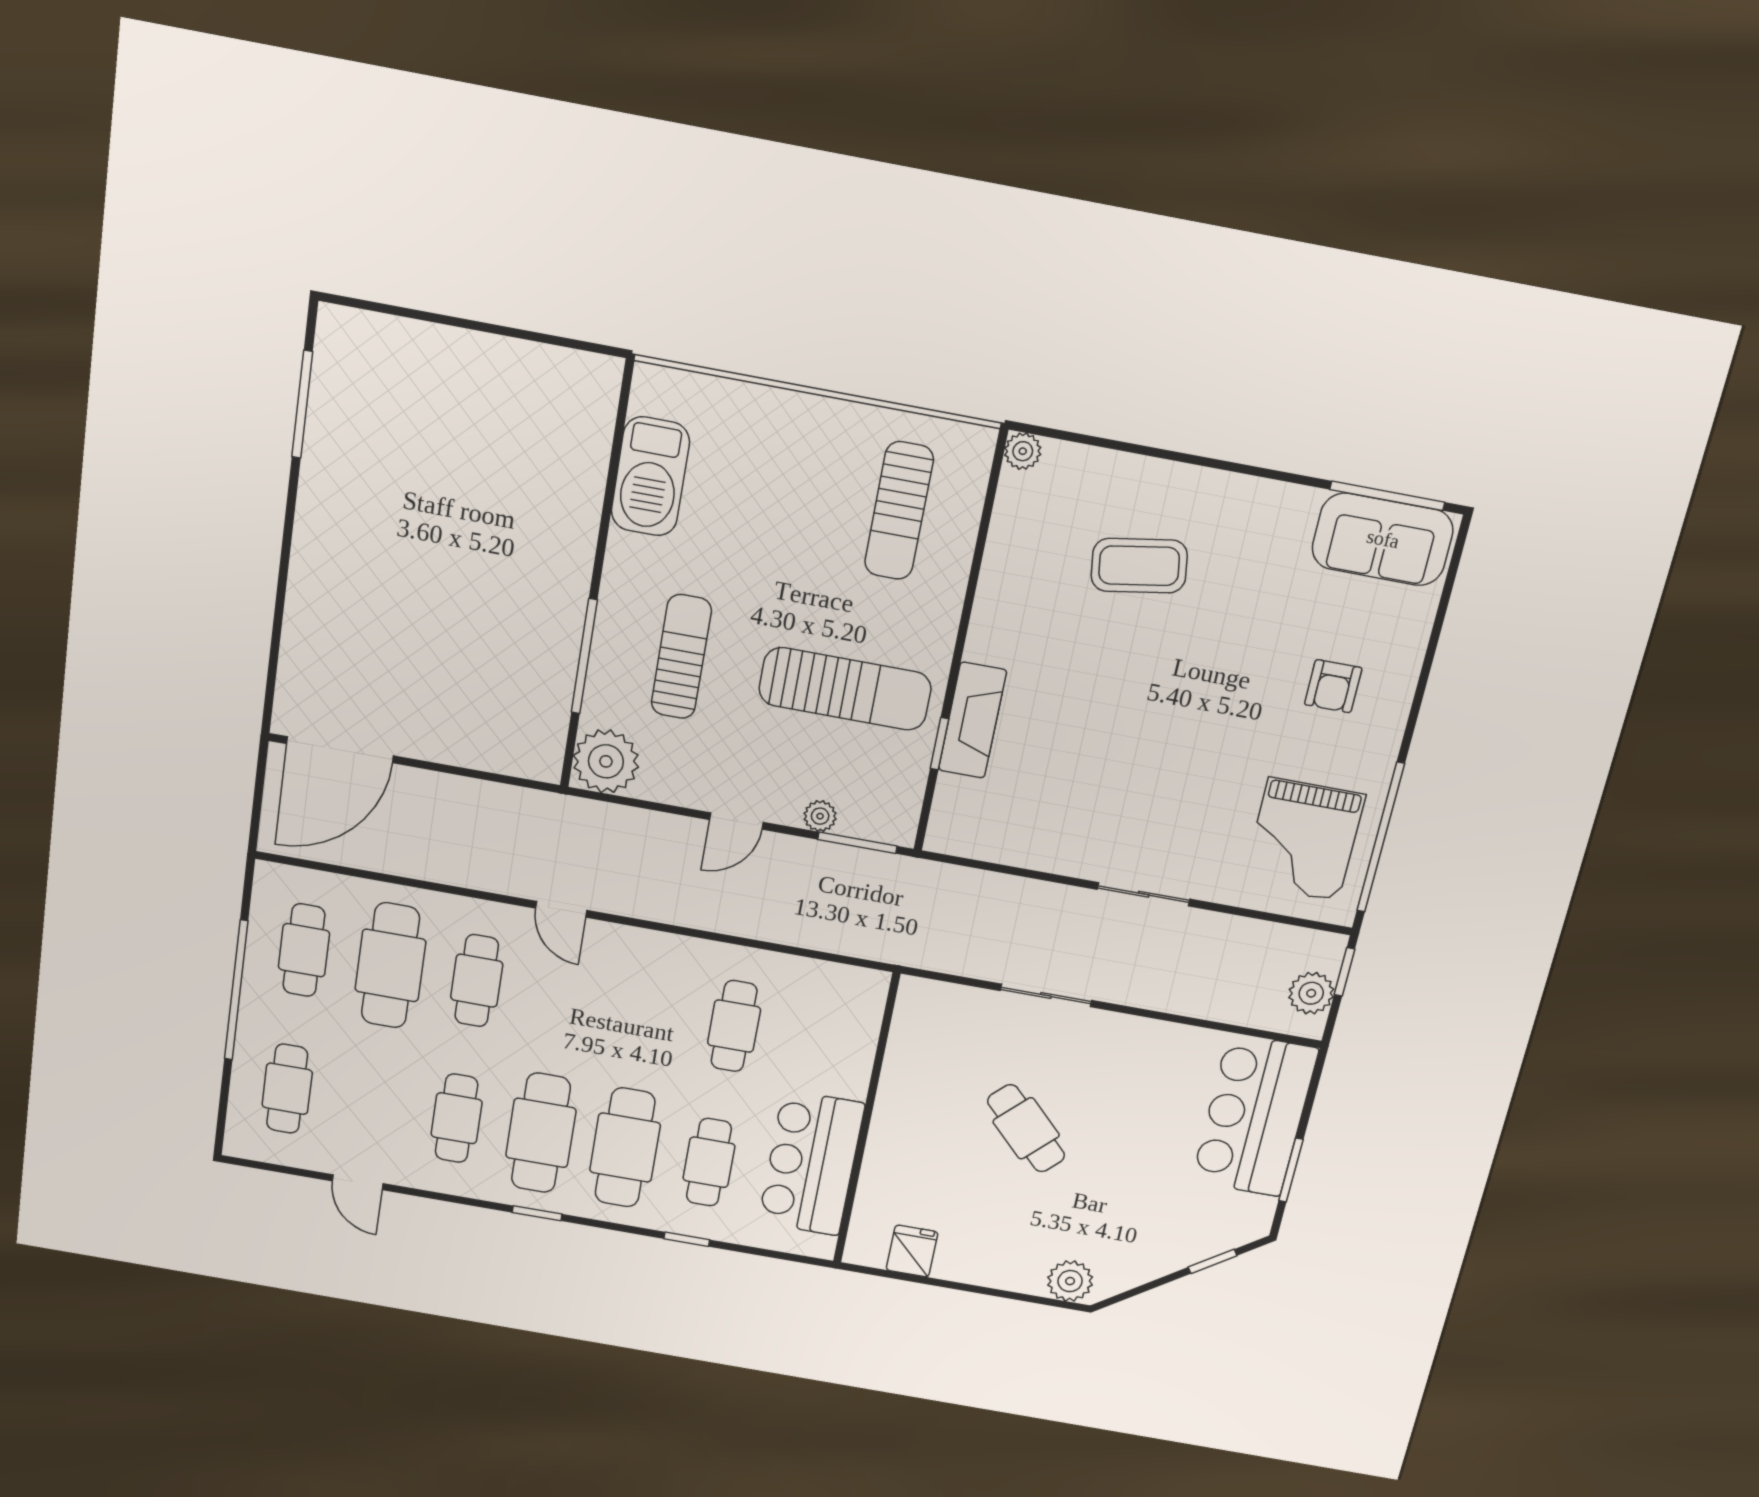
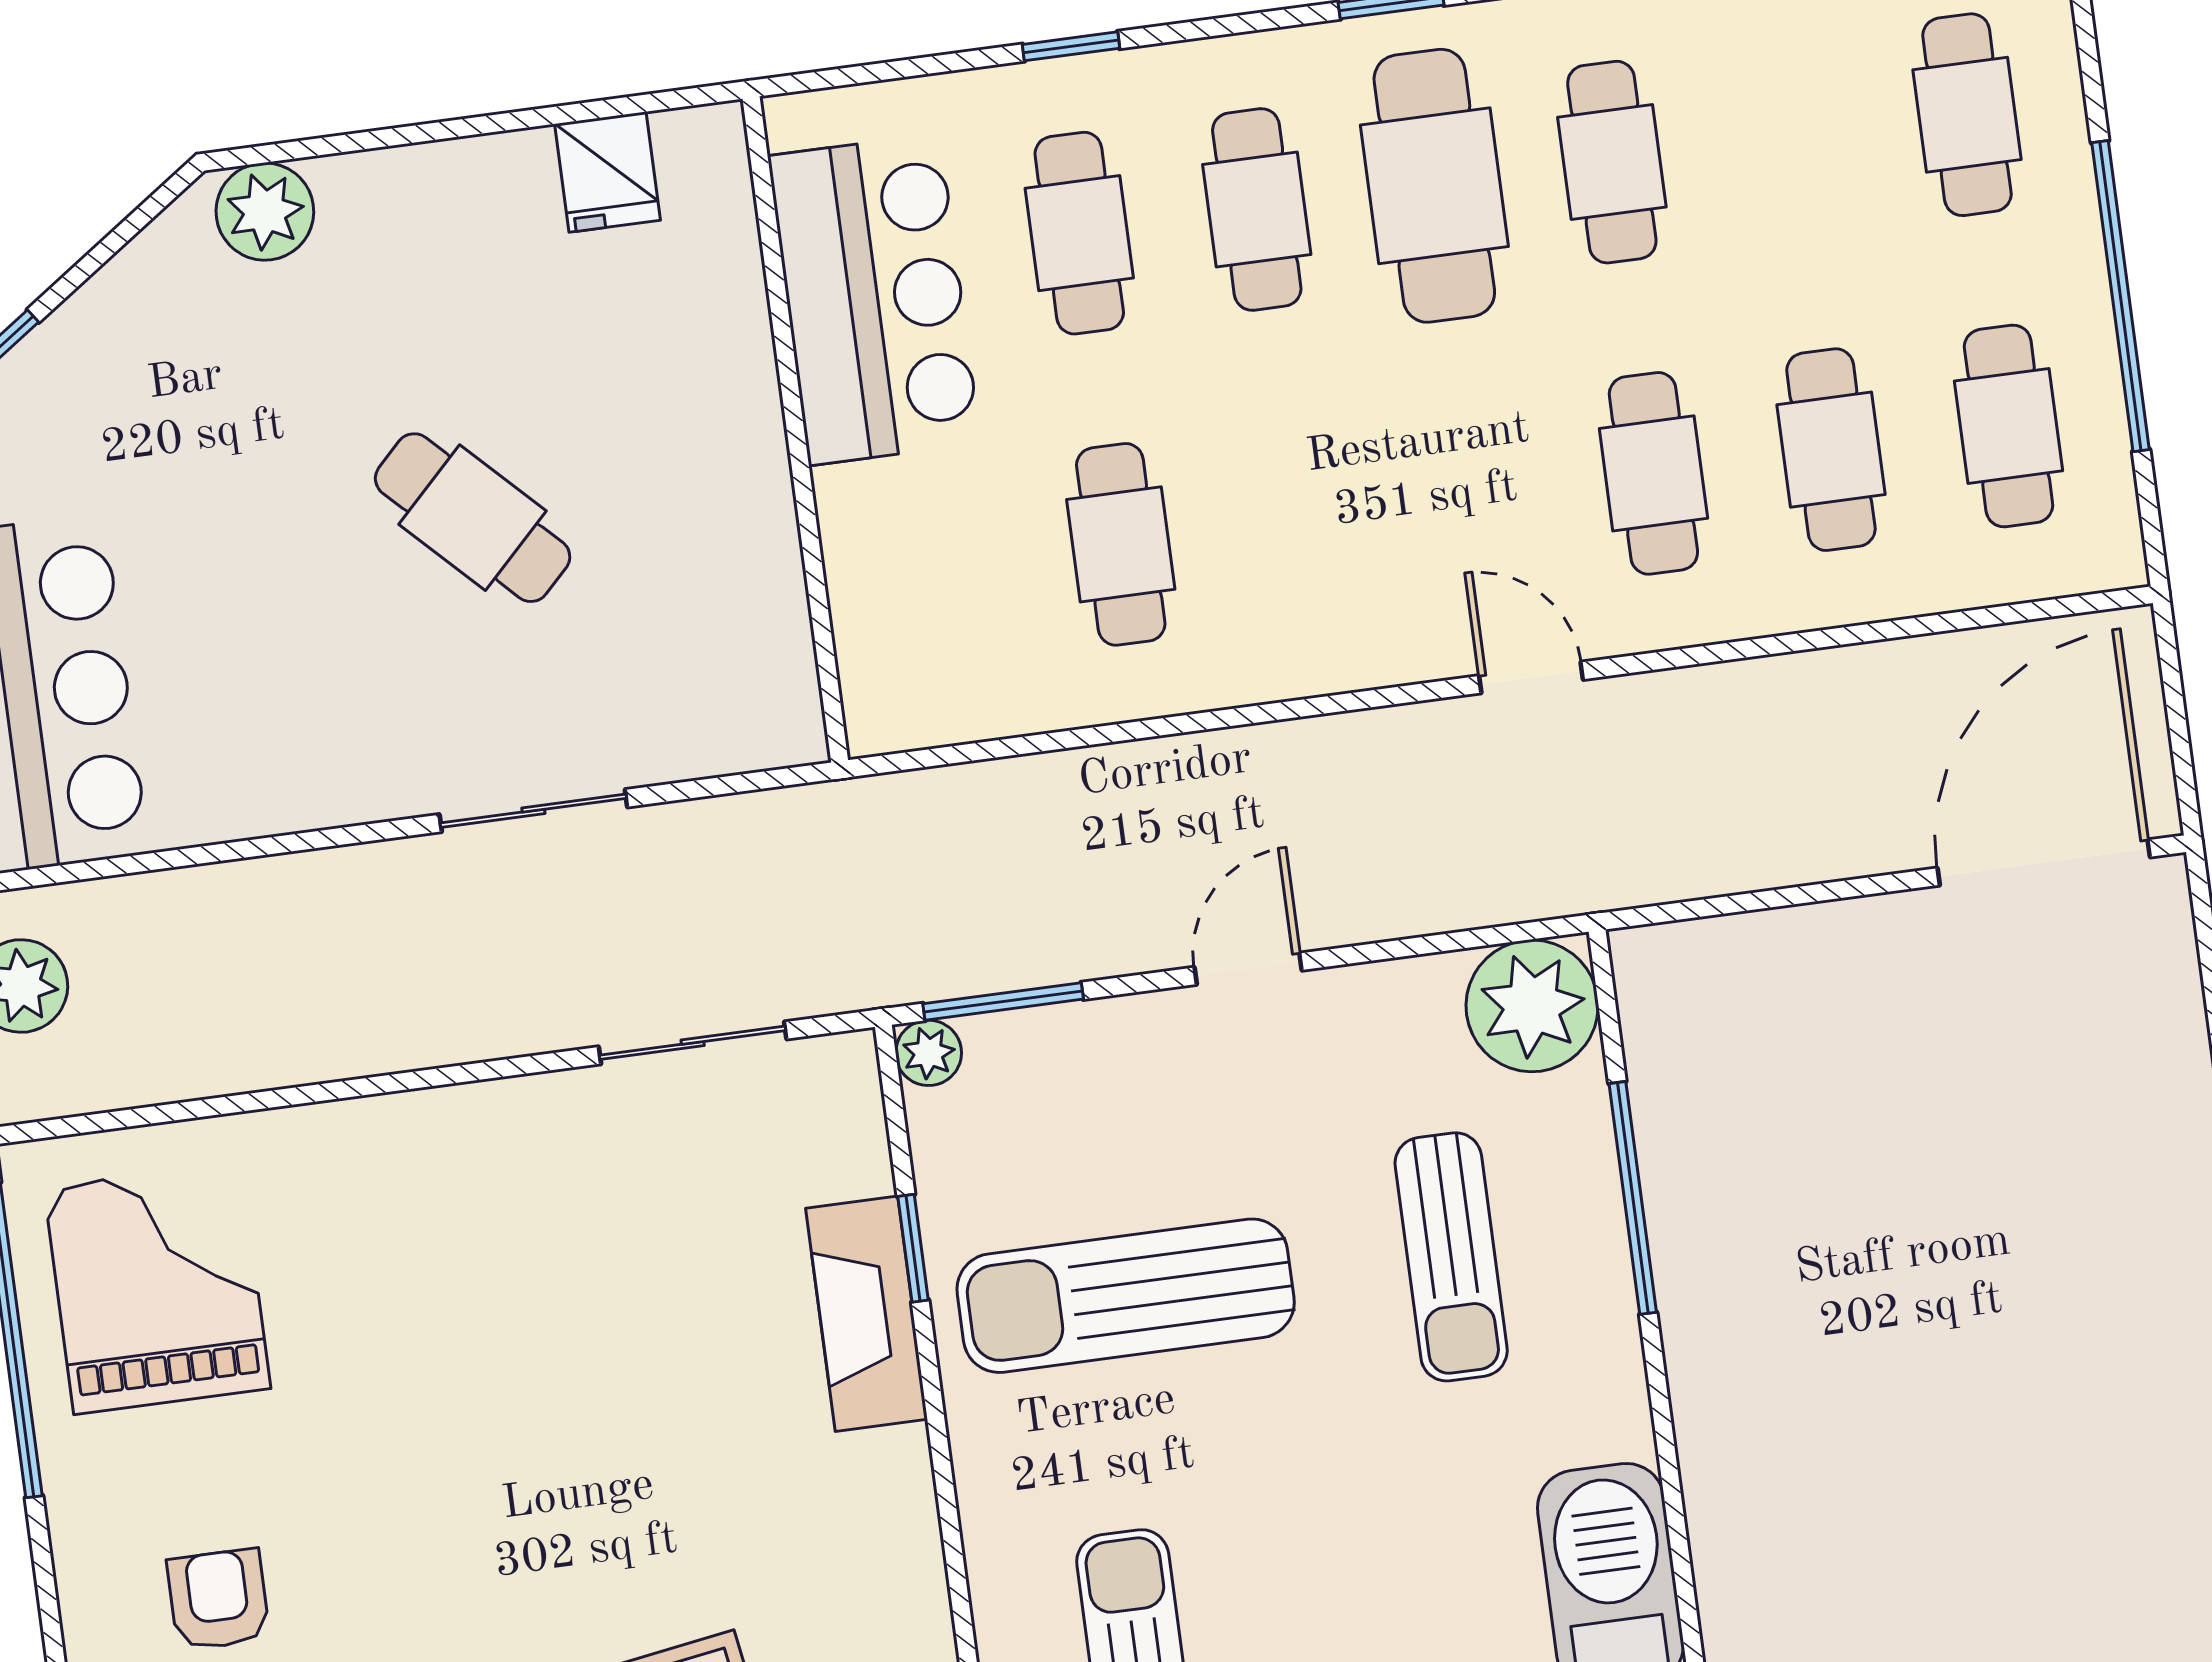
plant: (820, 816) -> (929, 1053), moved
sliding door: (1144, 894) -> (693, 1043), moved
cafe table: (390, 965) -> (1831, 450), width x0.73, depth x0.74
cafe table: (625, 1148) -> (1257, 209), width x0.73, depth x0.74

